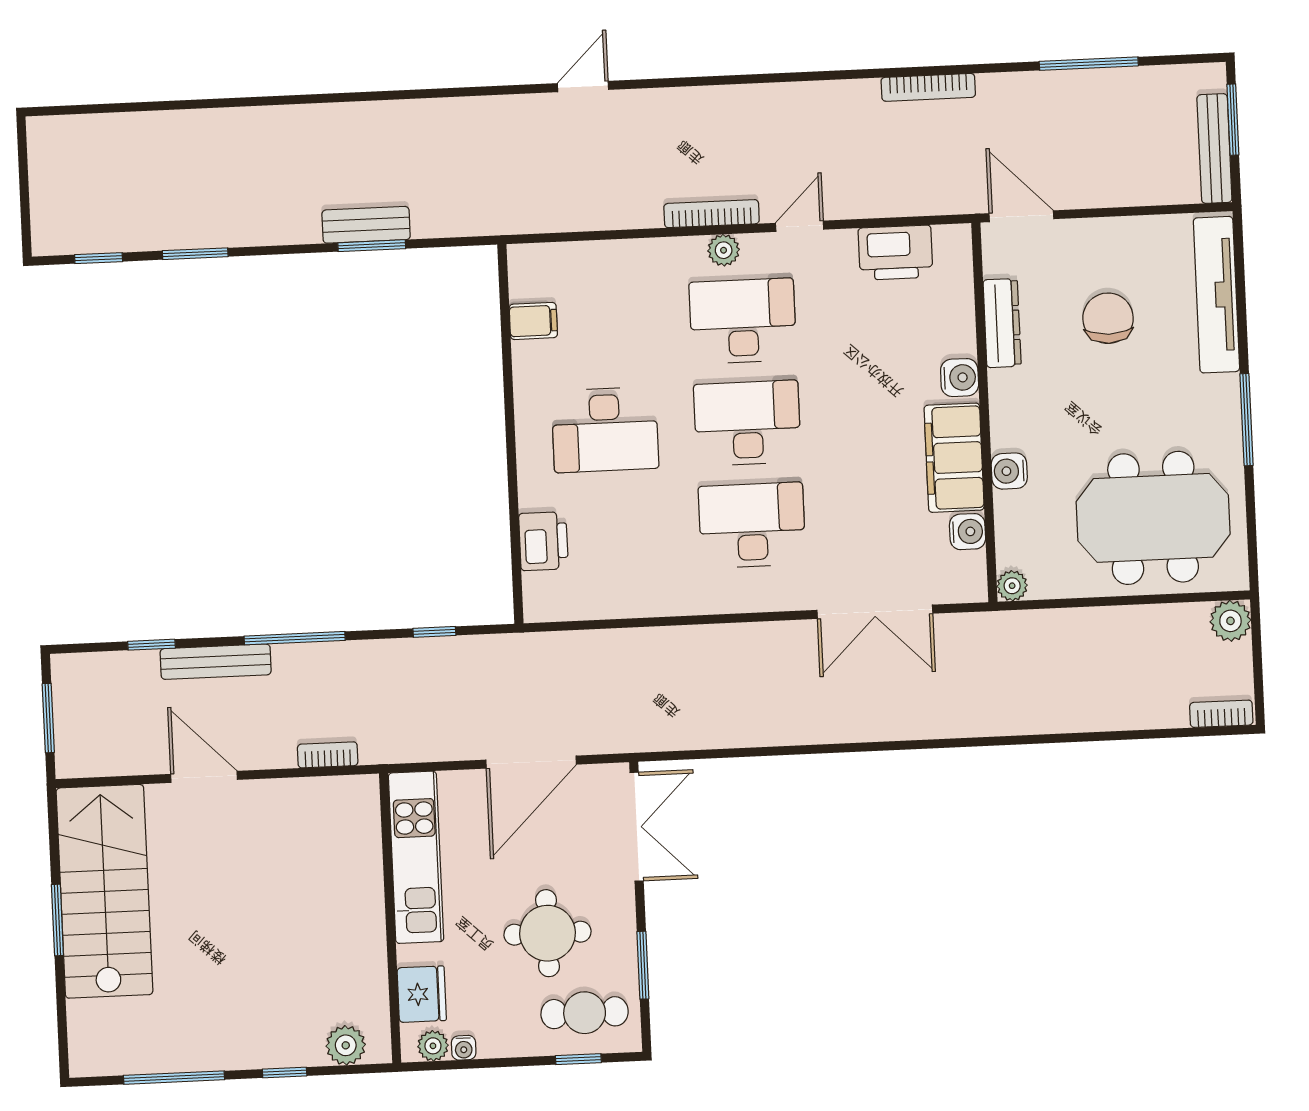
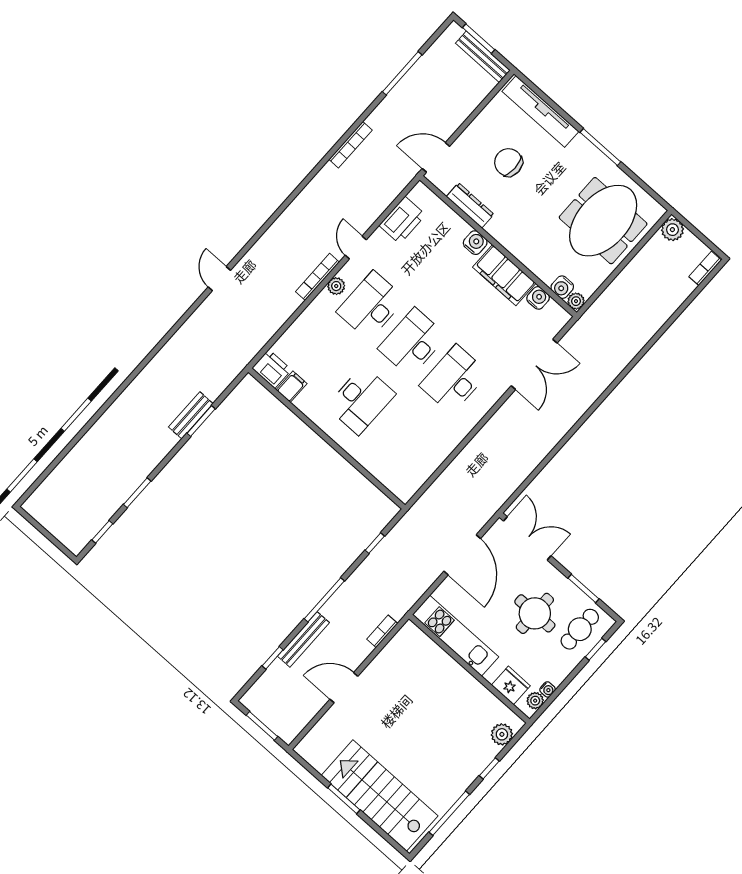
water cooler: (1009, 471) -> (562, 287), moved
printer: (543, 541) -> (272, 369), moved
stairs: (104, 891) -> (380, 796), moved

